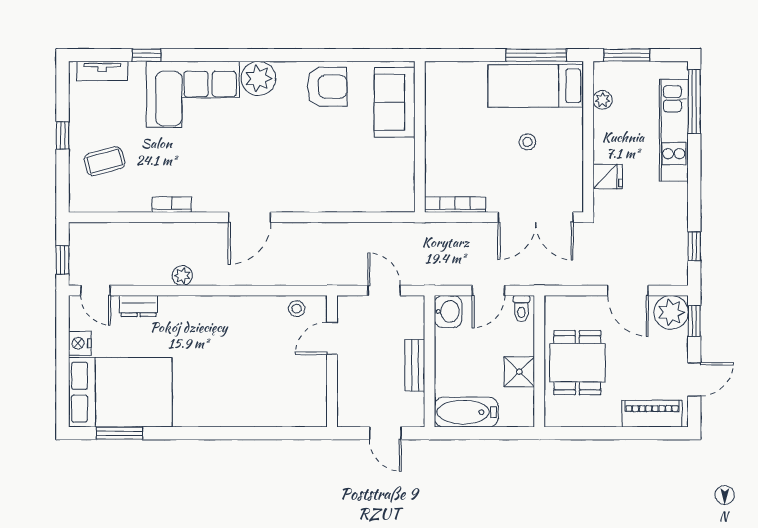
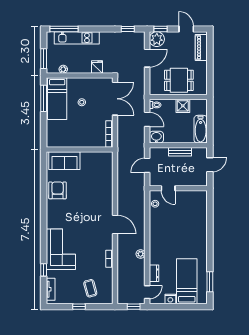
plant: (258, 78) -> (54, 221), removed
bed: (120, 392) -> (187, 281), width x0.67

